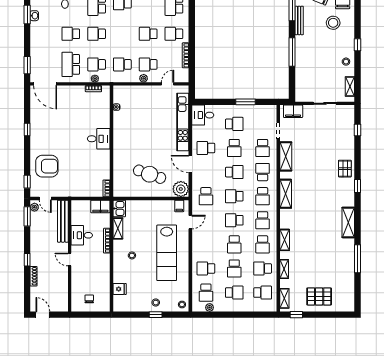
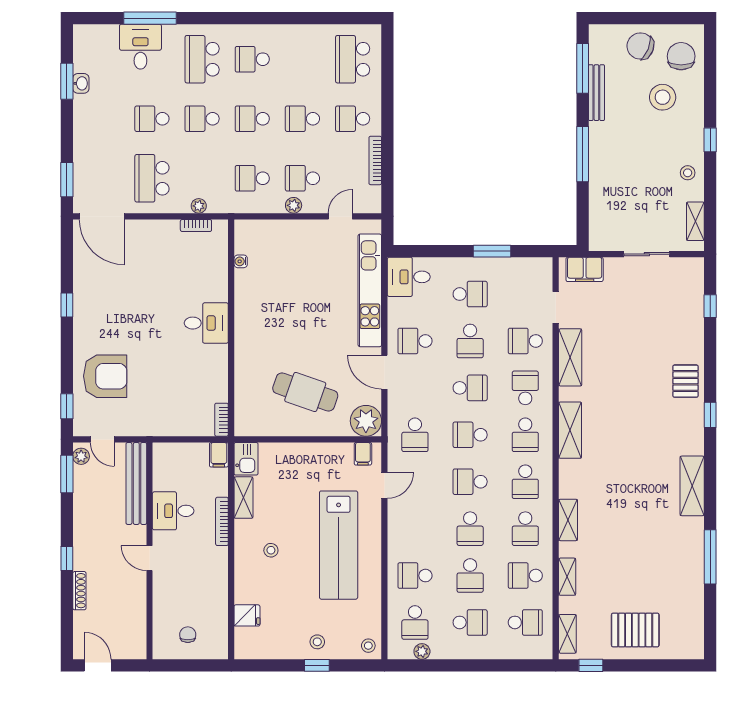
school desk: (97, 64) -> (252, 119), moved
school desk: (263, 148) -> (525, 341), turned 90
filing cabinet: (100, 206) -> (219, 455), width x0.50

